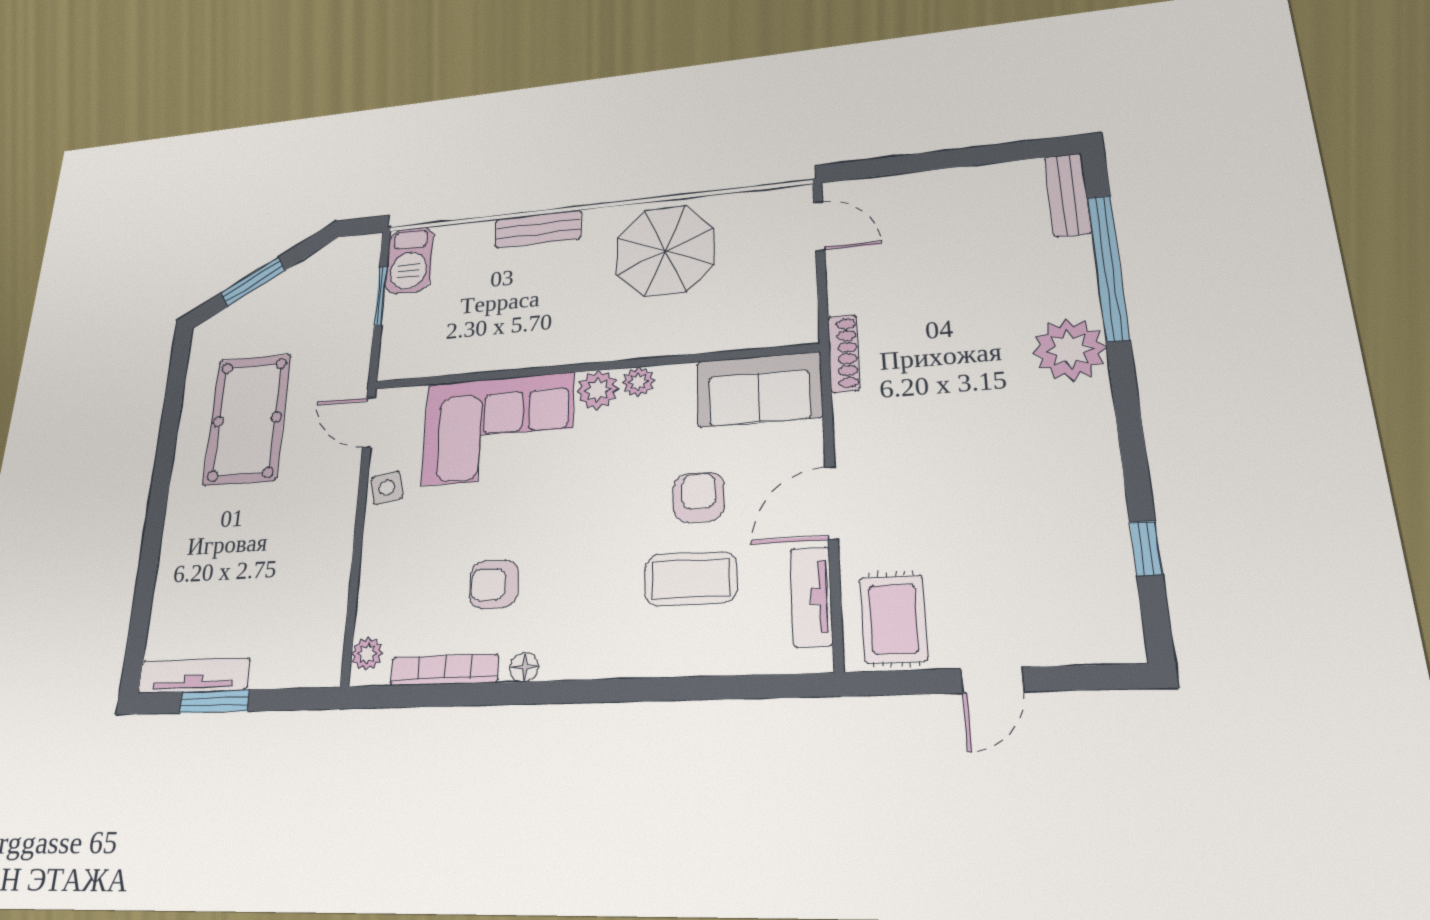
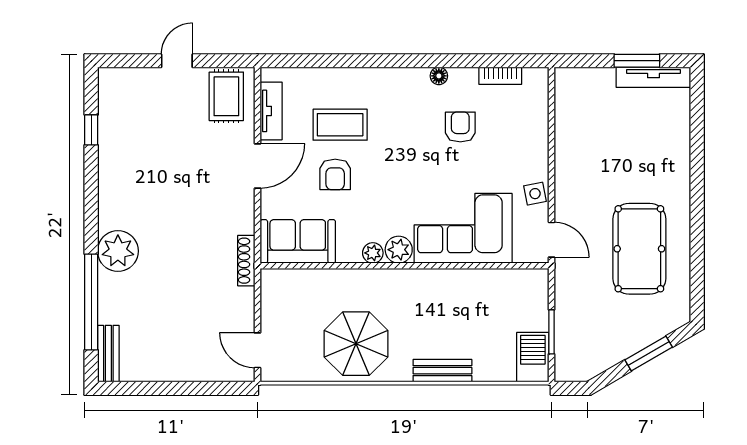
armchair: (494, 584) -> (460, 127), turned -90
plant: (367, 654) -> (539, 87), removed
bookcase: (445, 670) -> (500, 76), width x0.64

